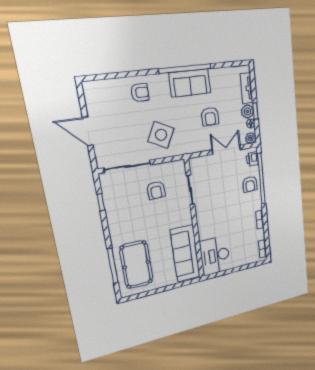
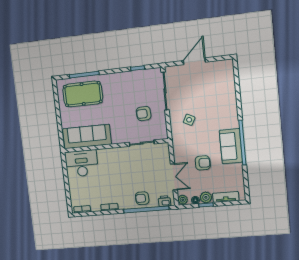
armchair: (140, 93) -> (224, 104), removed
armchair: (210, 117) -> (203, 163), turned 180
side table: (161, 135) -> (189, 120), width x0.54, depth x0.54

